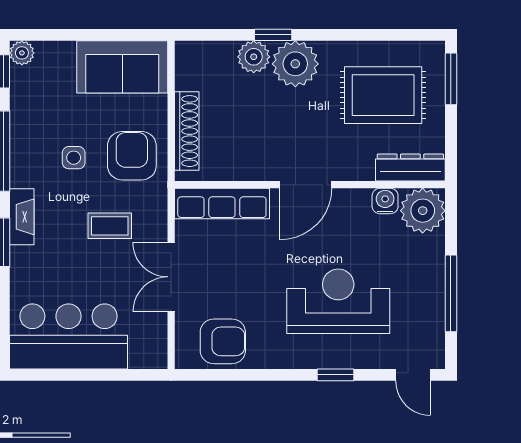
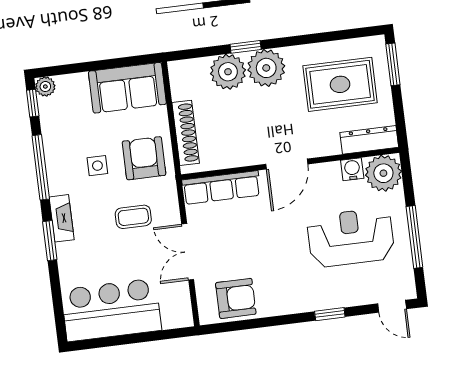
plant: (254, 57) -> (228, 72), width x1.36, depth x1.36
reception desk: (338, 301) -> (351, 237), moved

